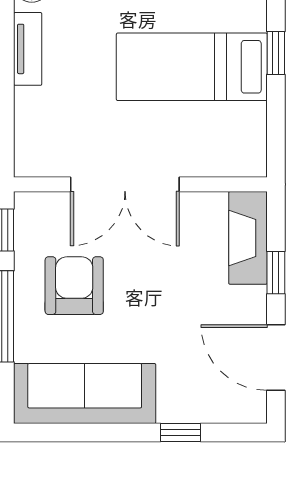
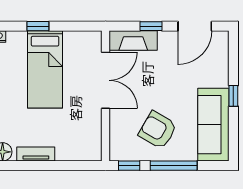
double door: (125, 184) -> (106, 80), moved
armchair: (74, 286) -> (158, 130), turned 30
window: (181, 433) -> (233, 96), moved

